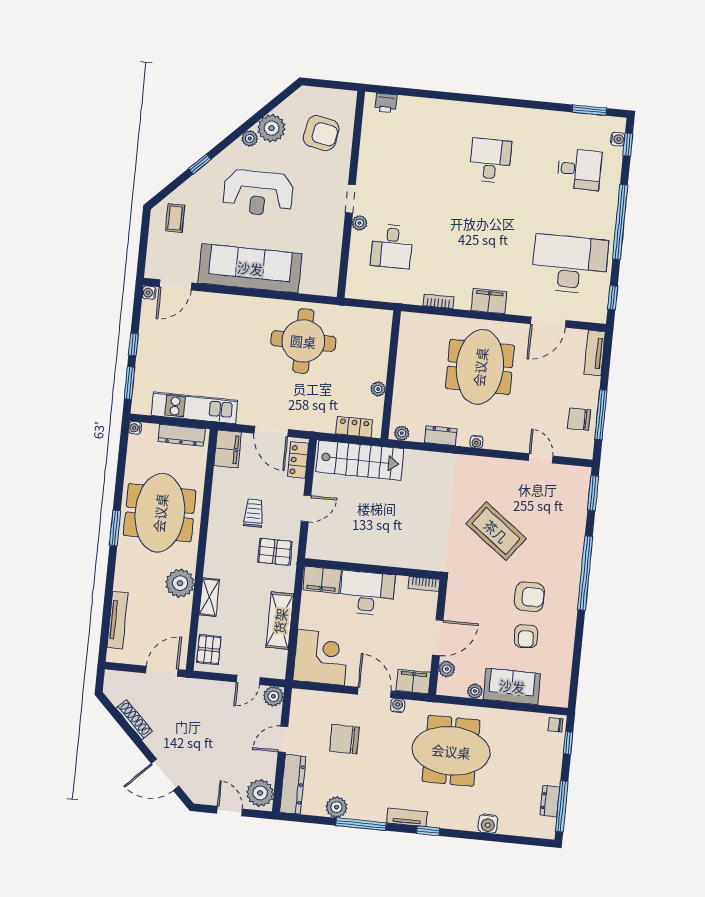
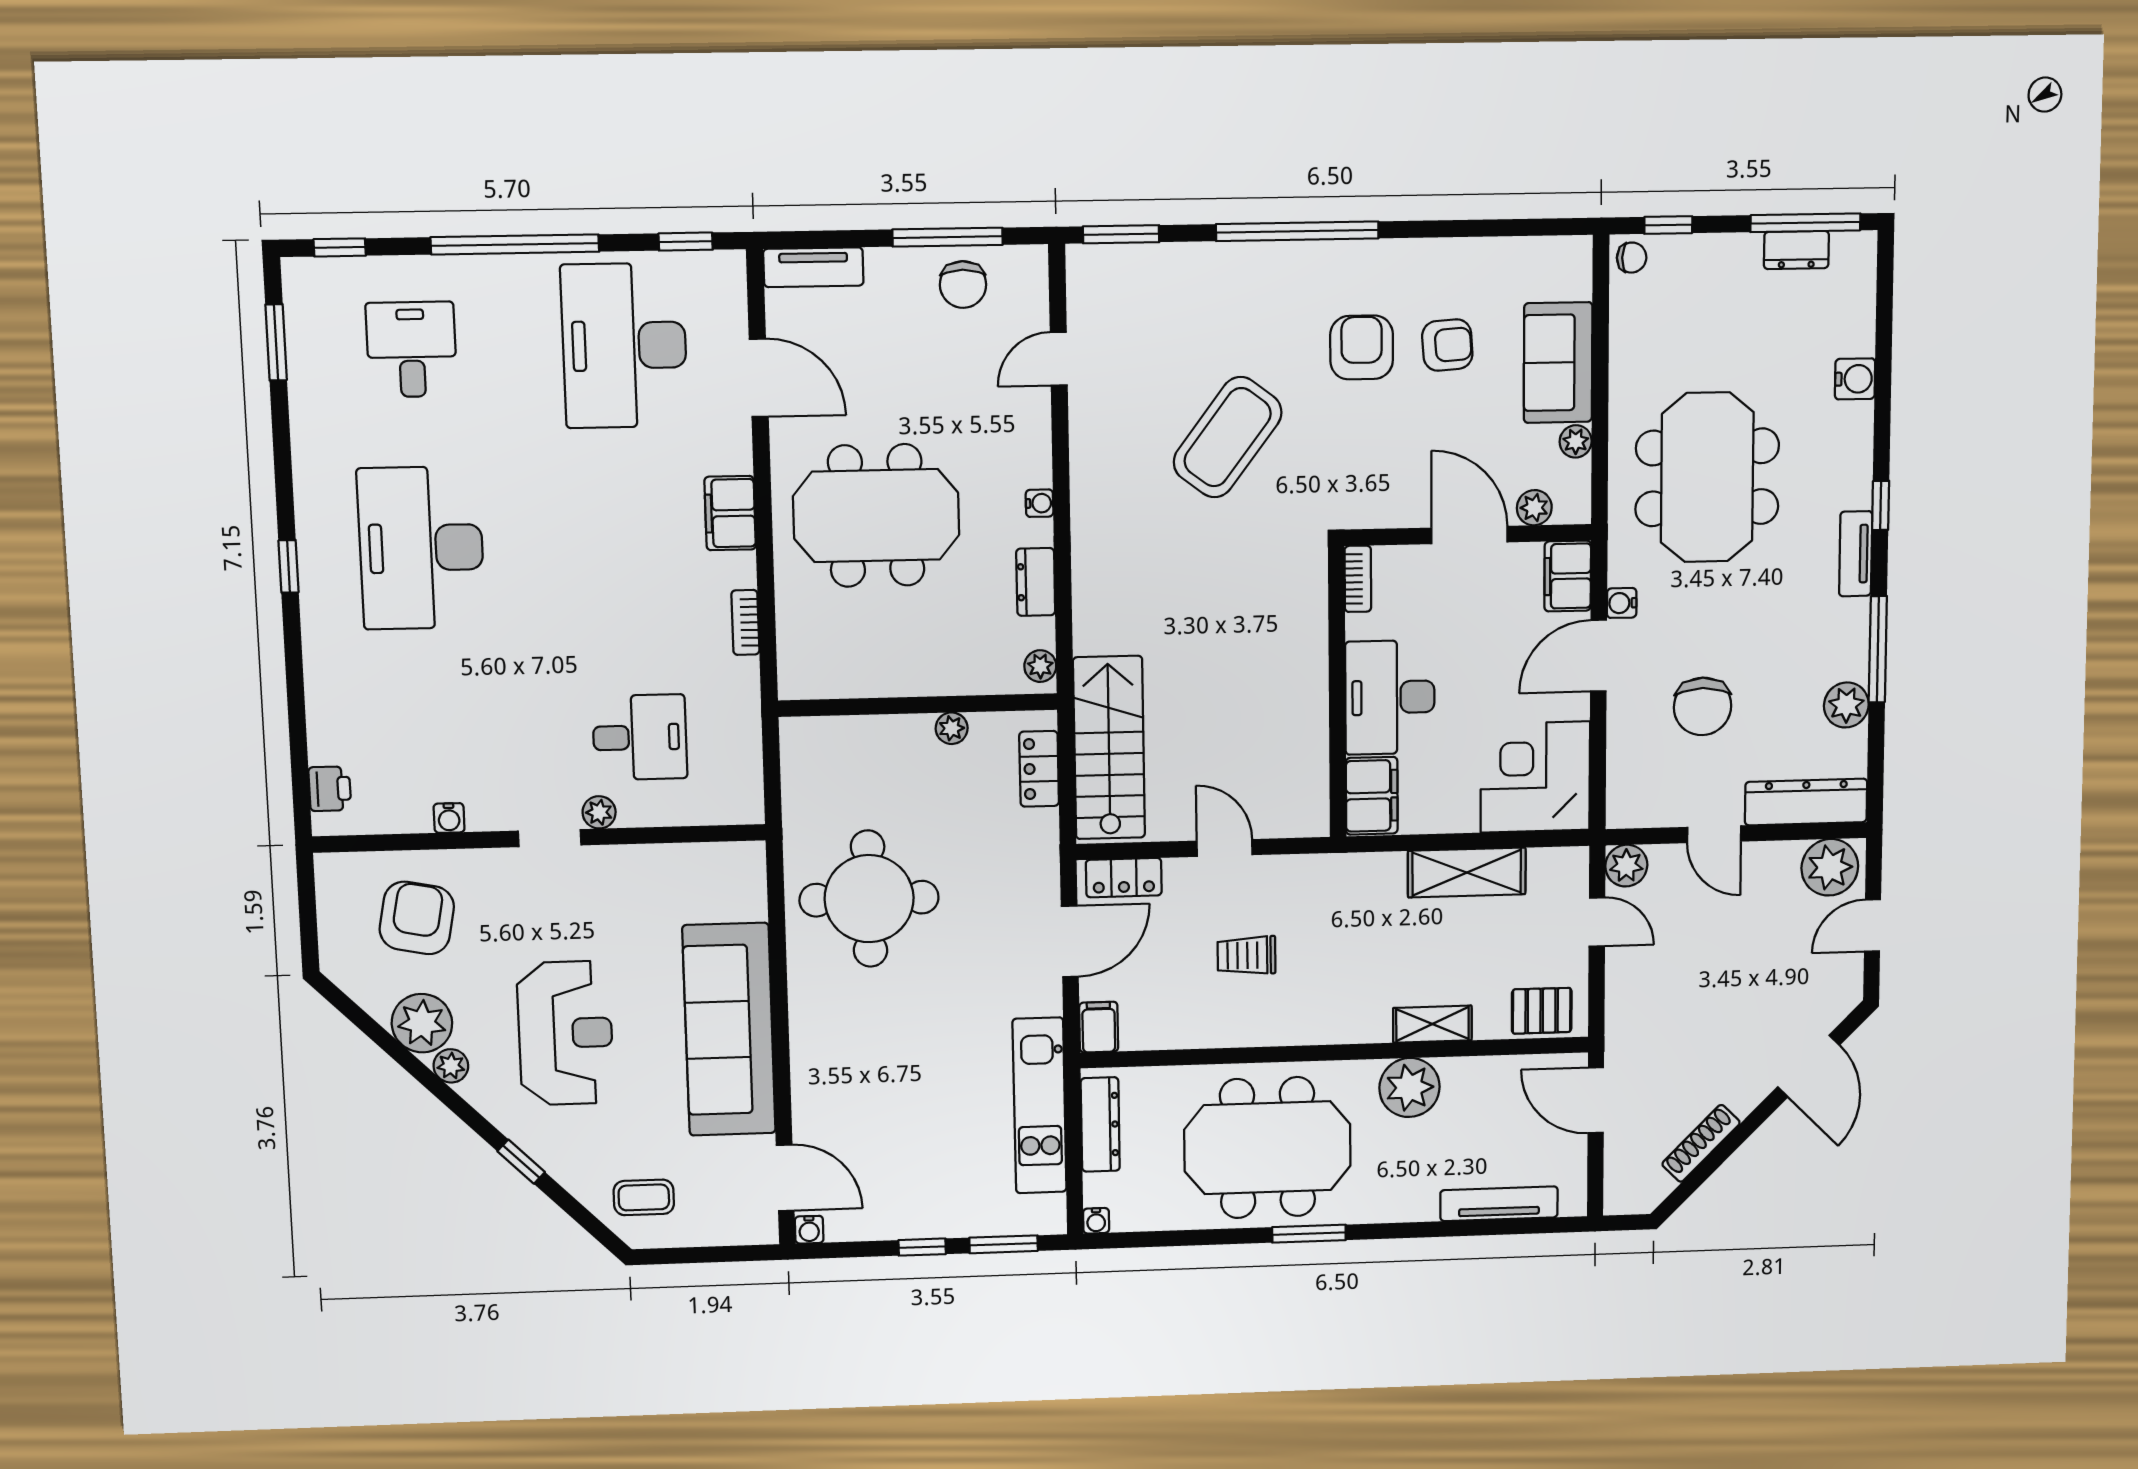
window: (489, 100) -> (288, 566), added
water cooler: (618, 139) -> (449, 818), moved, turned 180
desk: (490, 160) -> (421, 548), width x1.87, depth x1.30
filing cabinet: (228, 449) -> (1099, 1027), width x0.50
pallet: (275, 552) -> (1323, 901), removed
chair: (555, 725) -> (1632, 258), turned -89

